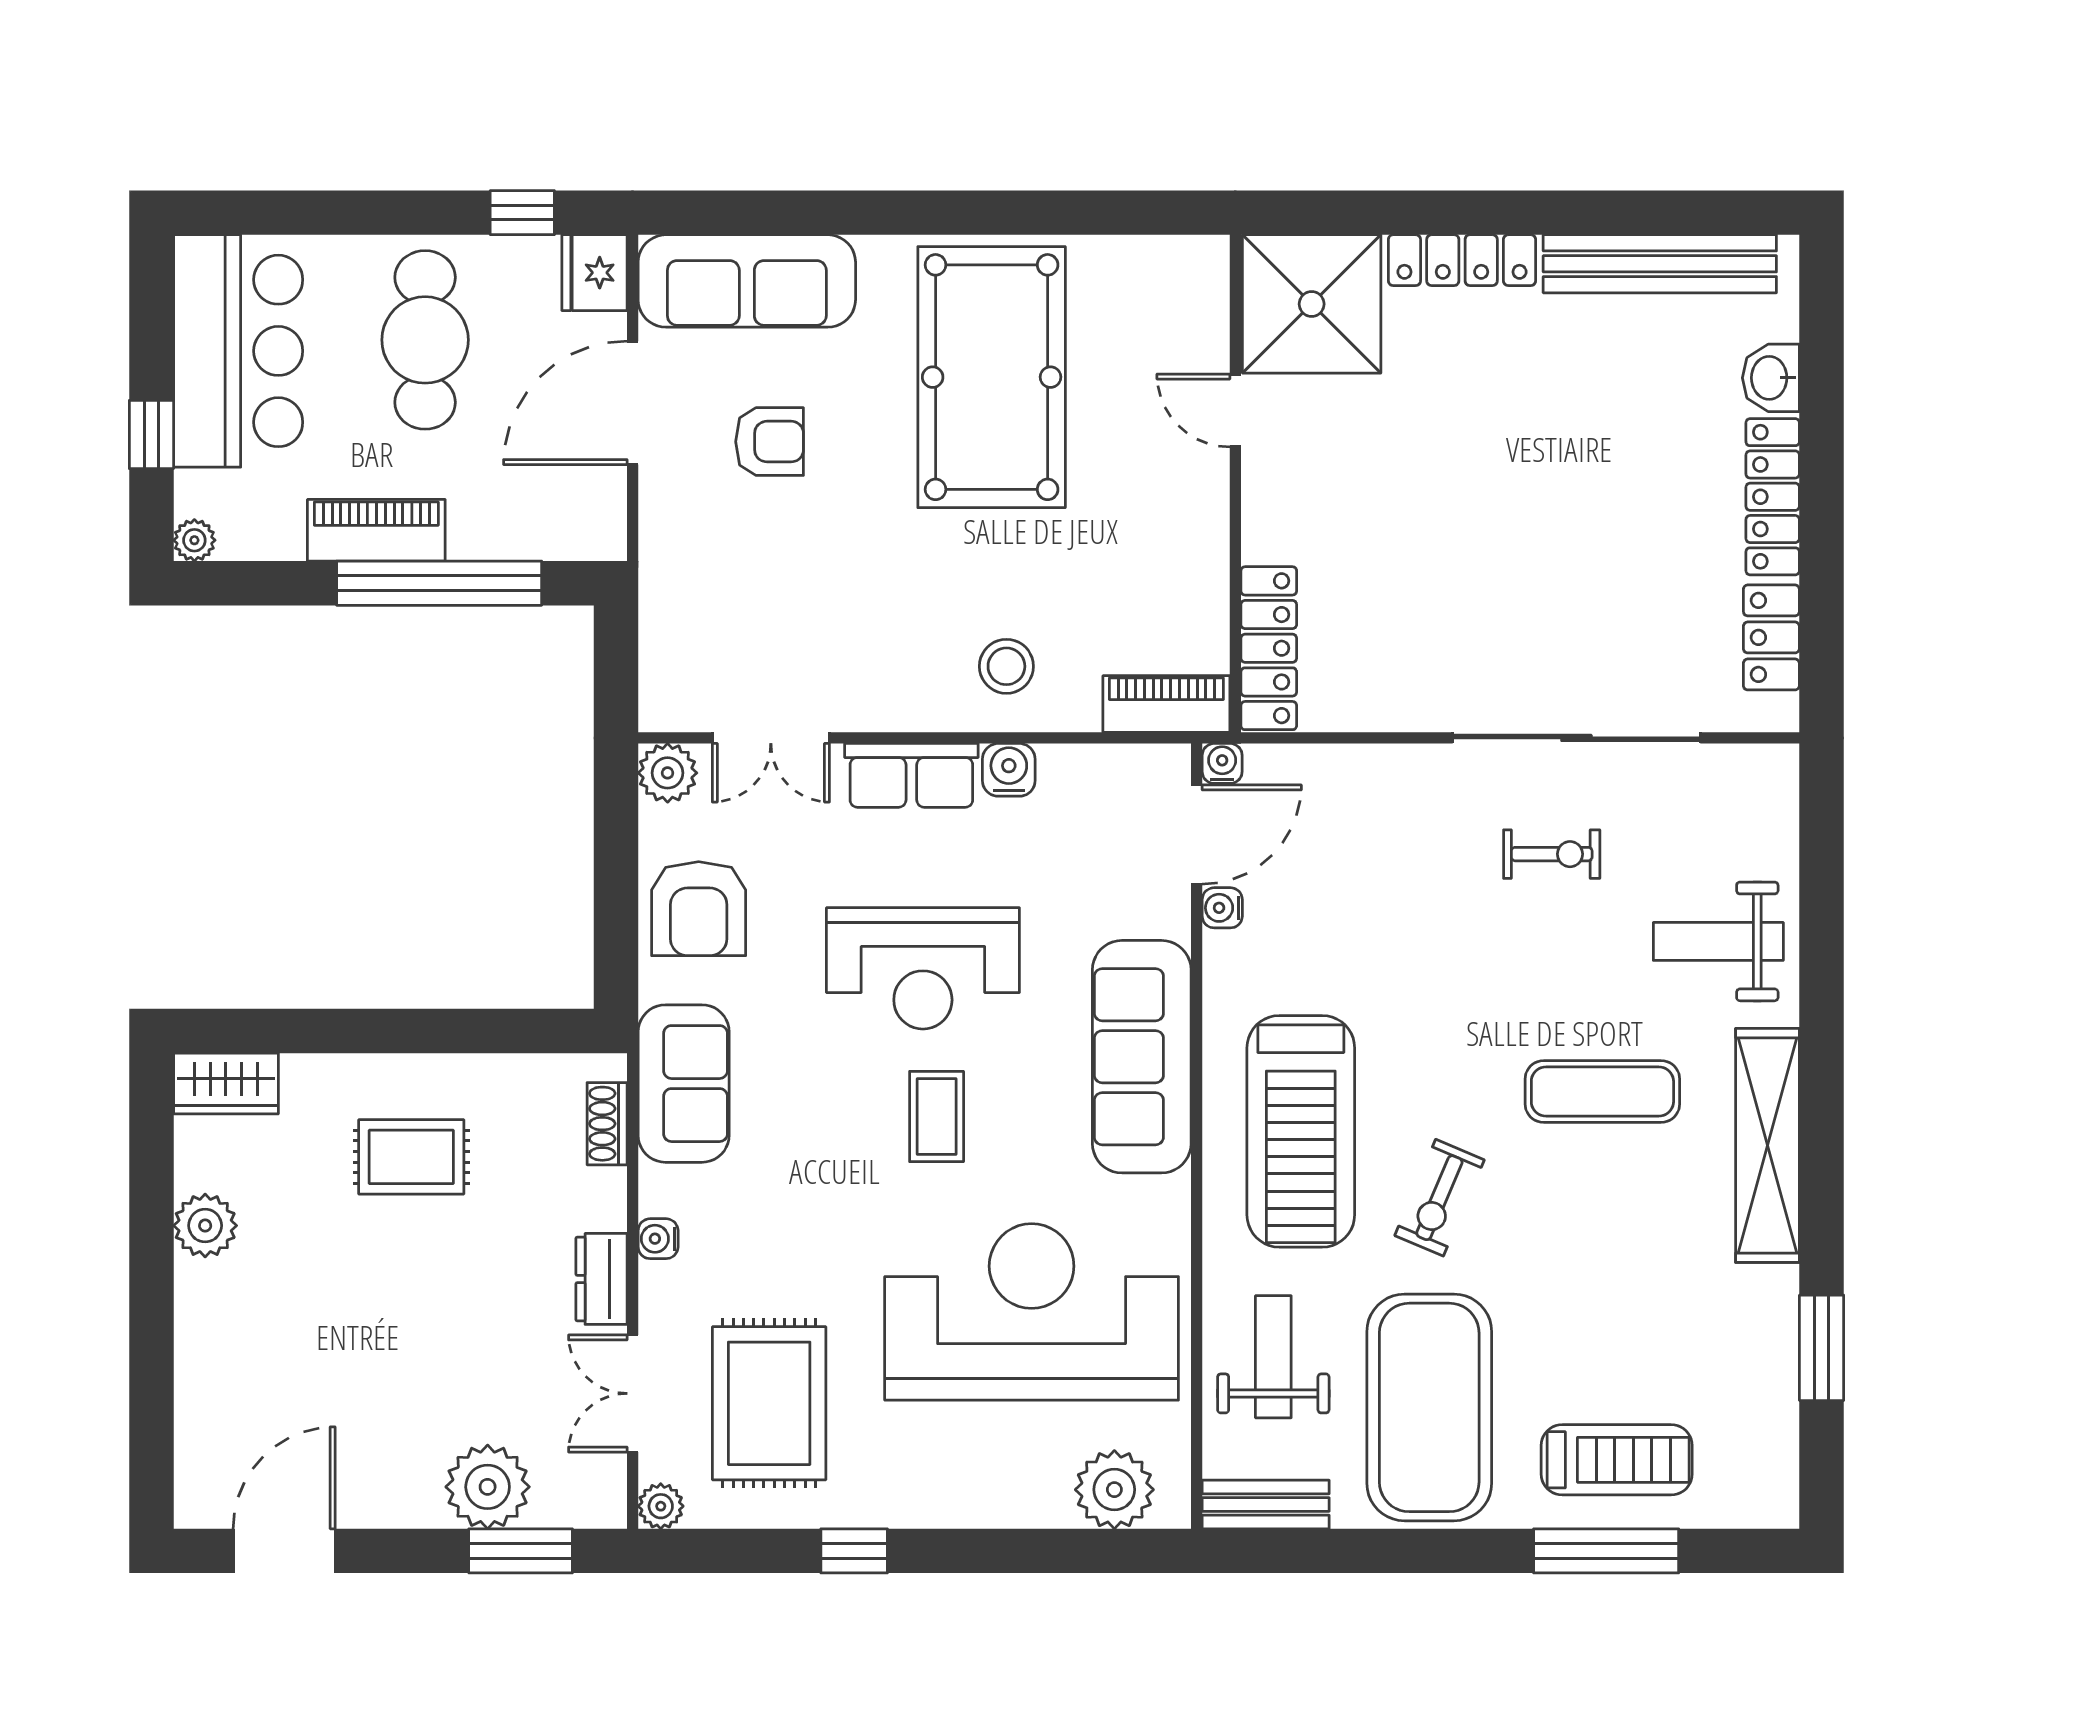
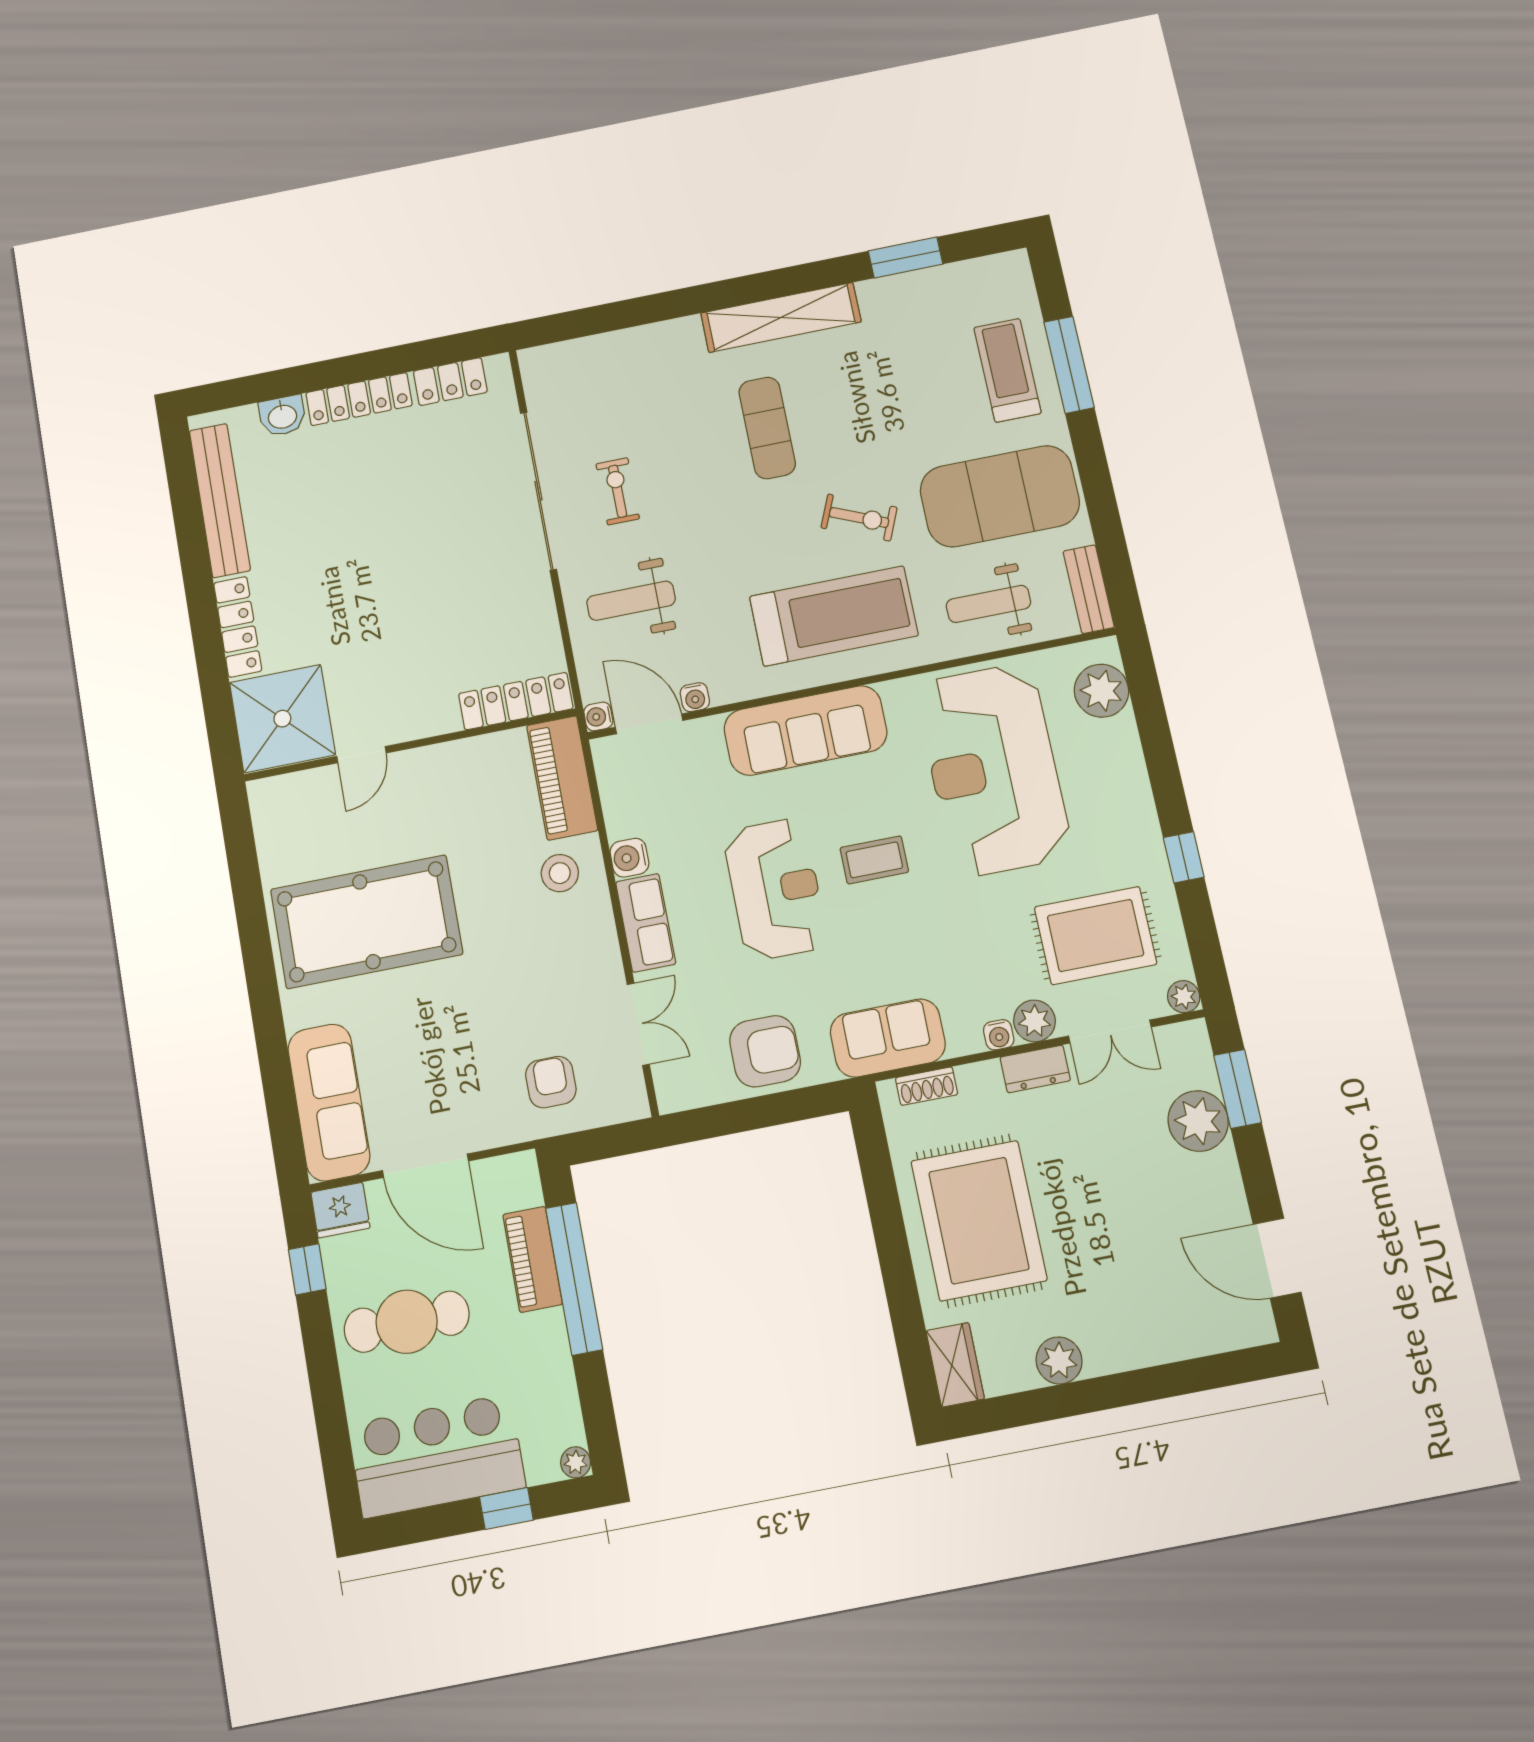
armchair: (770, 442) -> (551, 1082), moved
piano: (376, 530) -> (533, 1259), moved
piano: (1166, 704) -> (562, 778), width x1.37, depth x1.33
plant: (668, 773) -> (1034, 1021), moved
weight bench: (1718, 941) -> (631, 601), moved, turned 90
rug: (411, 1157) -> (979, 1220), width x1.86, depth x2.06

